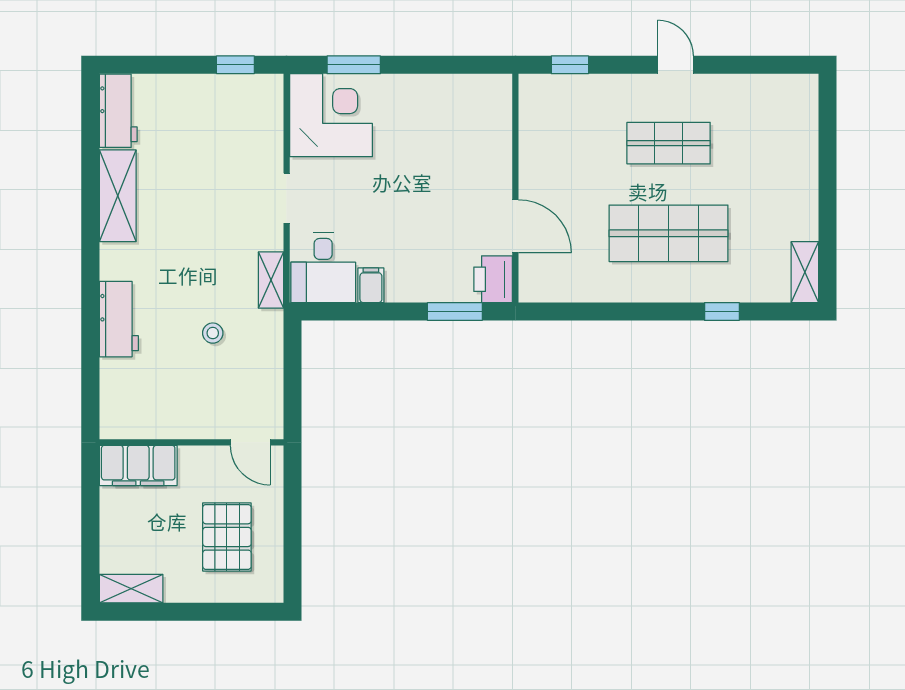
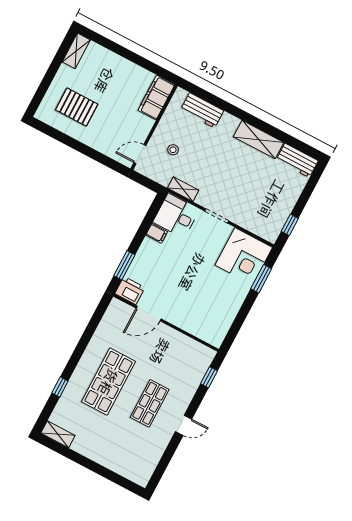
wall: (191, 442) -> (154, 127), moved
door: (250, 442) -> (140, 154), moved
filing cabinet: (138, 465) -> (156, 97), moved

